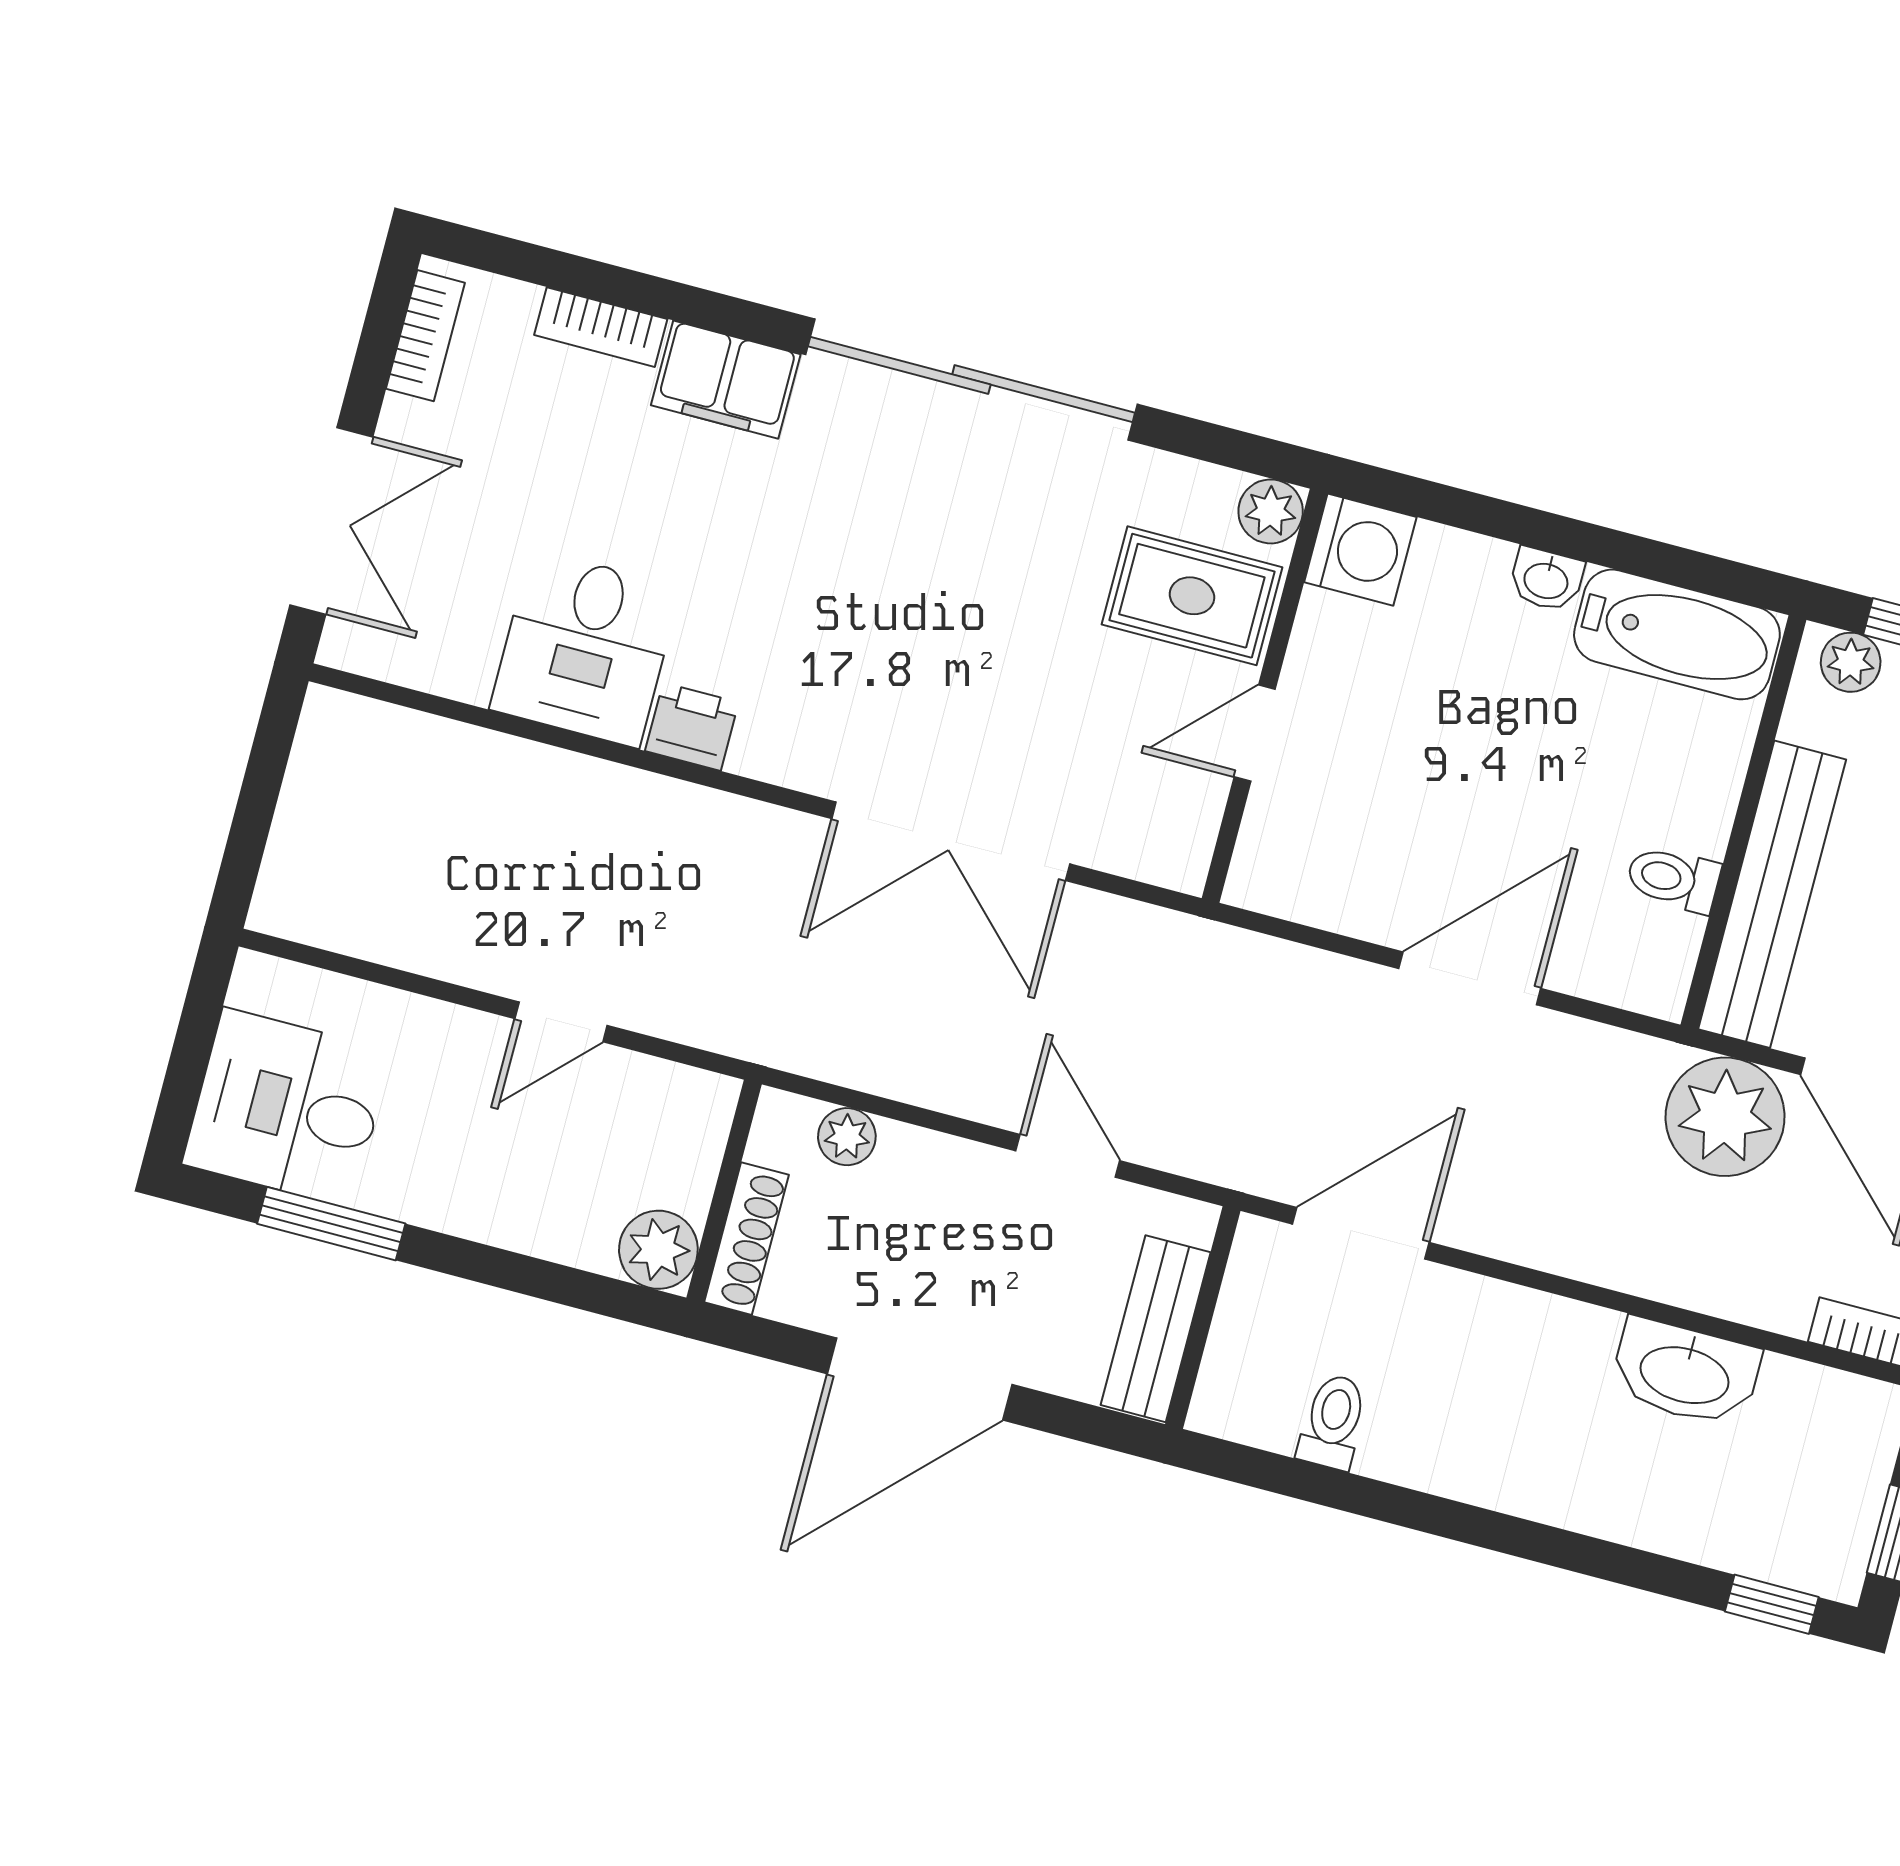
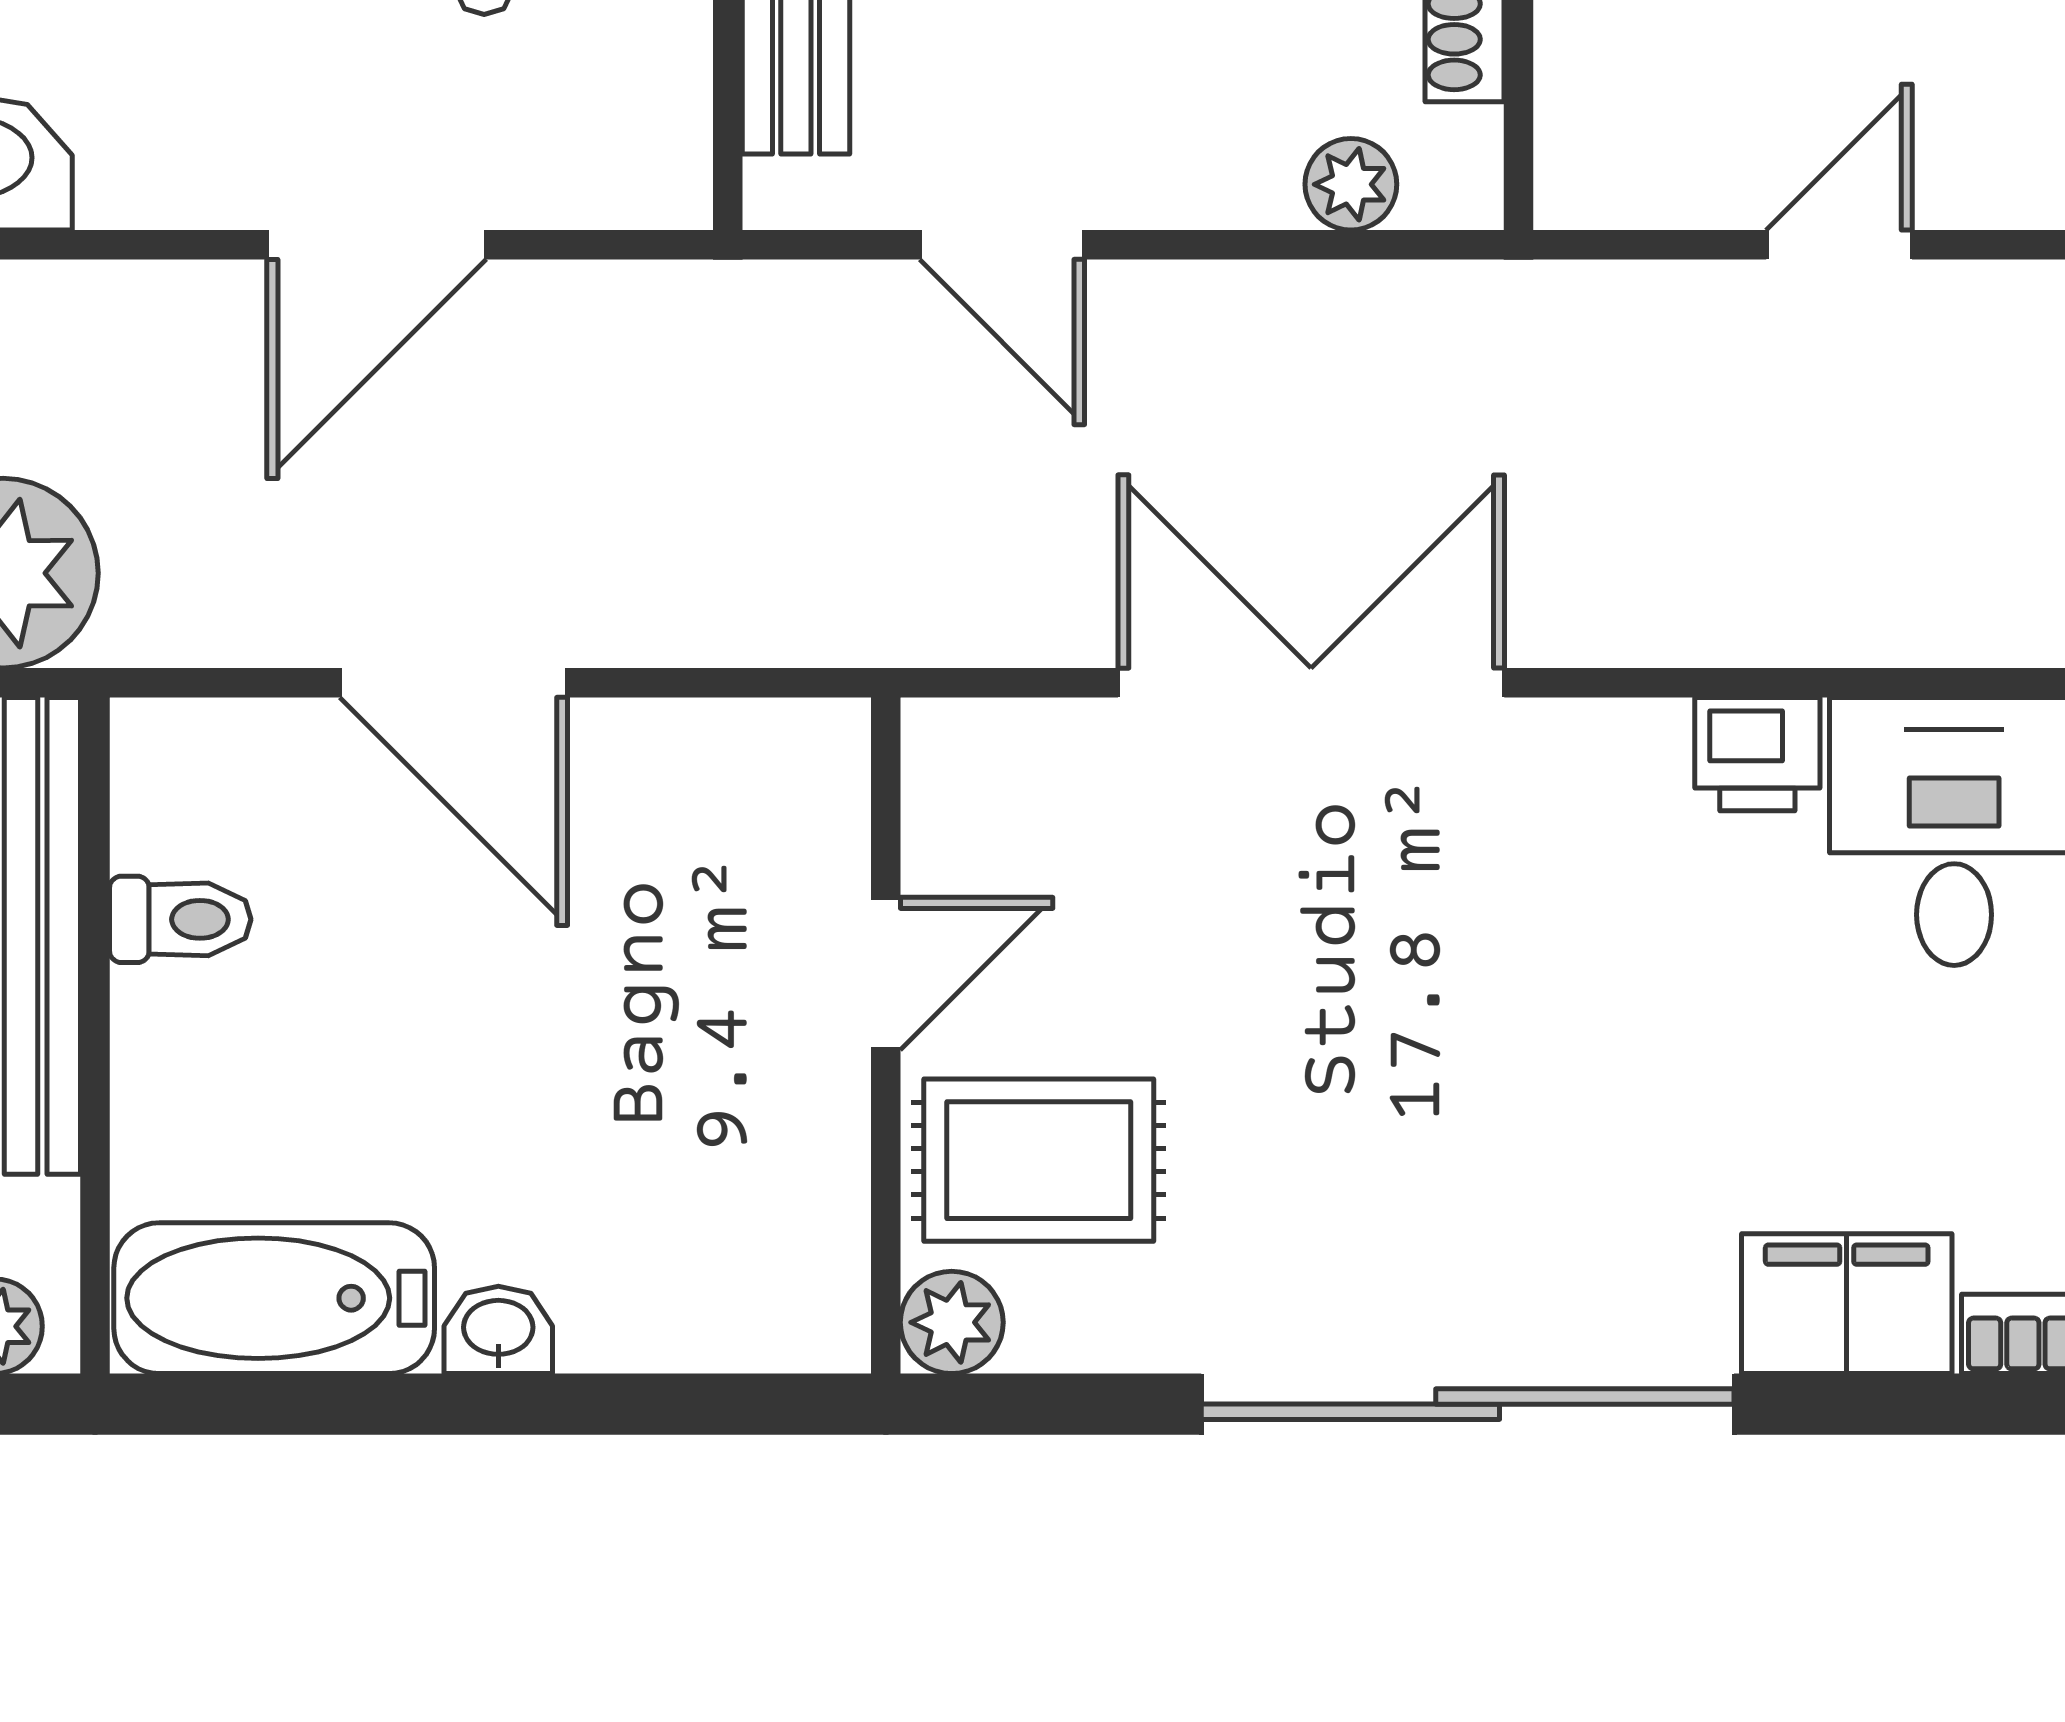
washing machine: (1360, 550) -> (798, 1300), removed
door: (1470, 978) -> (454, 683), hinge flipped
door: (1361, 1233) -> (376, 245), moved

